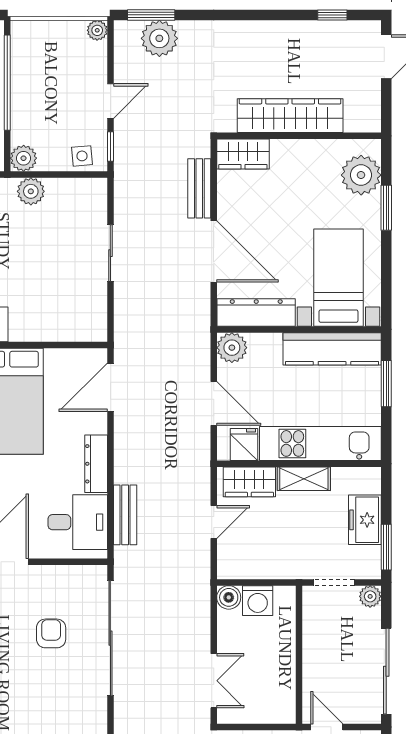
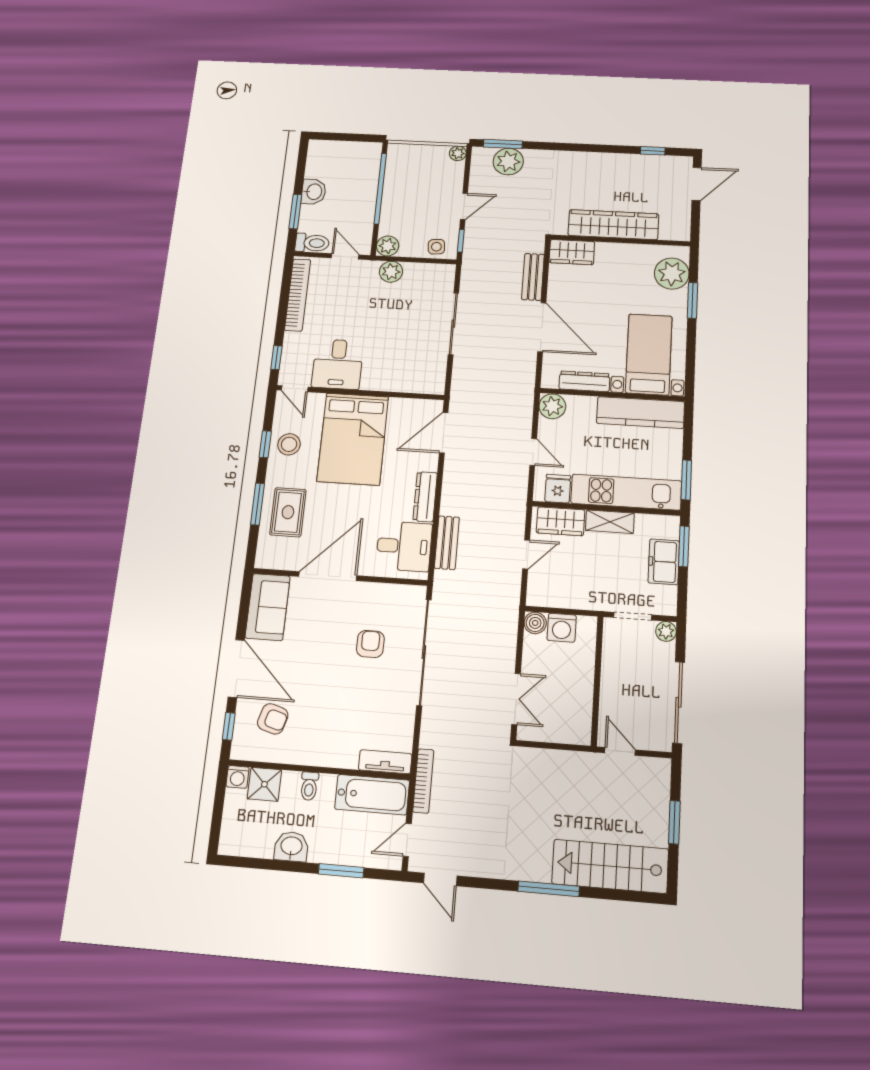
sliding door: (110, 253) -> (453, 324), width x1.37
dresser: (256, 312) -> (584, 381), width x0.73, depth x0.80
window: (386, 384) -> (686, 480), moved
door: (214, 403) -> (533, 452), width x0.73
window: (386, 547) -> (684, 546), moved

